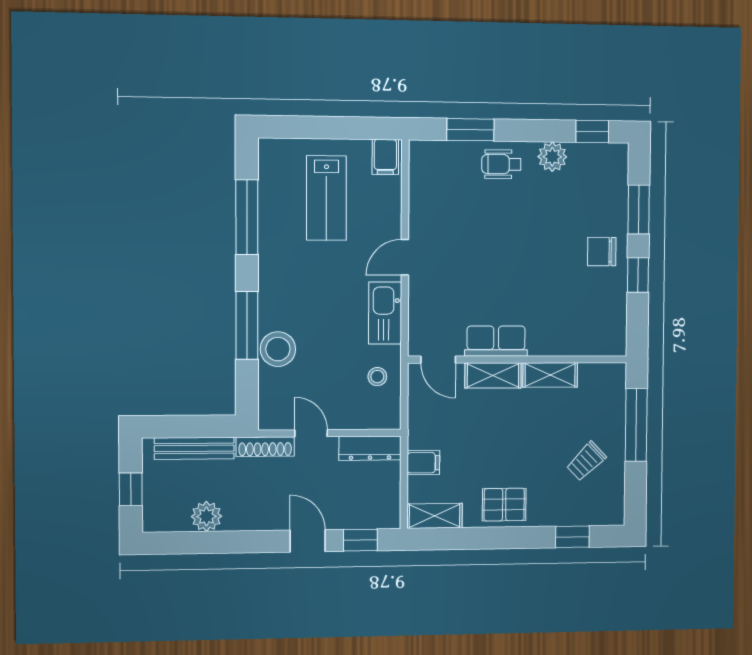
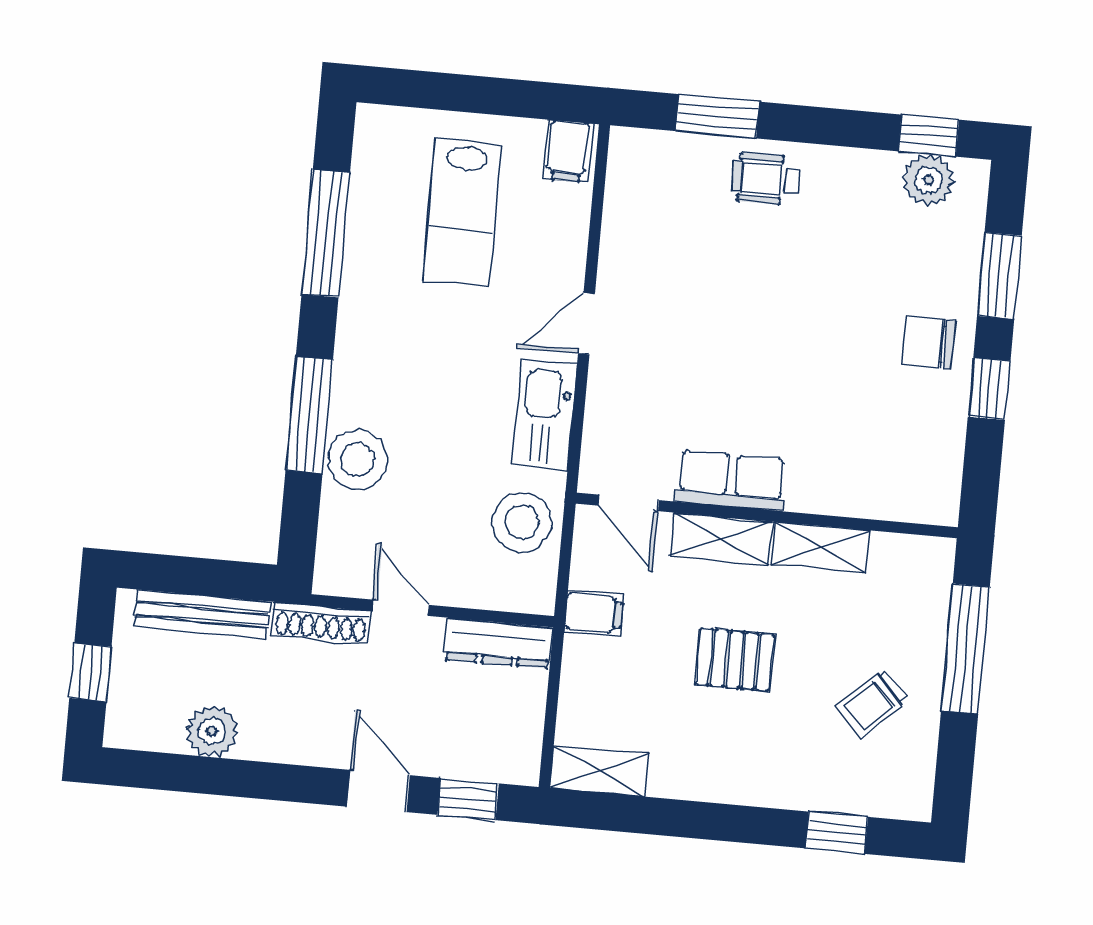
plant: (552, 157) -> (928, 180), moved
stool: (377, 377) -> (522, 522), width x1.89, depth x1.89
filing cabinet: (423, 463) -> (594, 613), moved
pallet: (504, 505) -> (735, 660), moved

